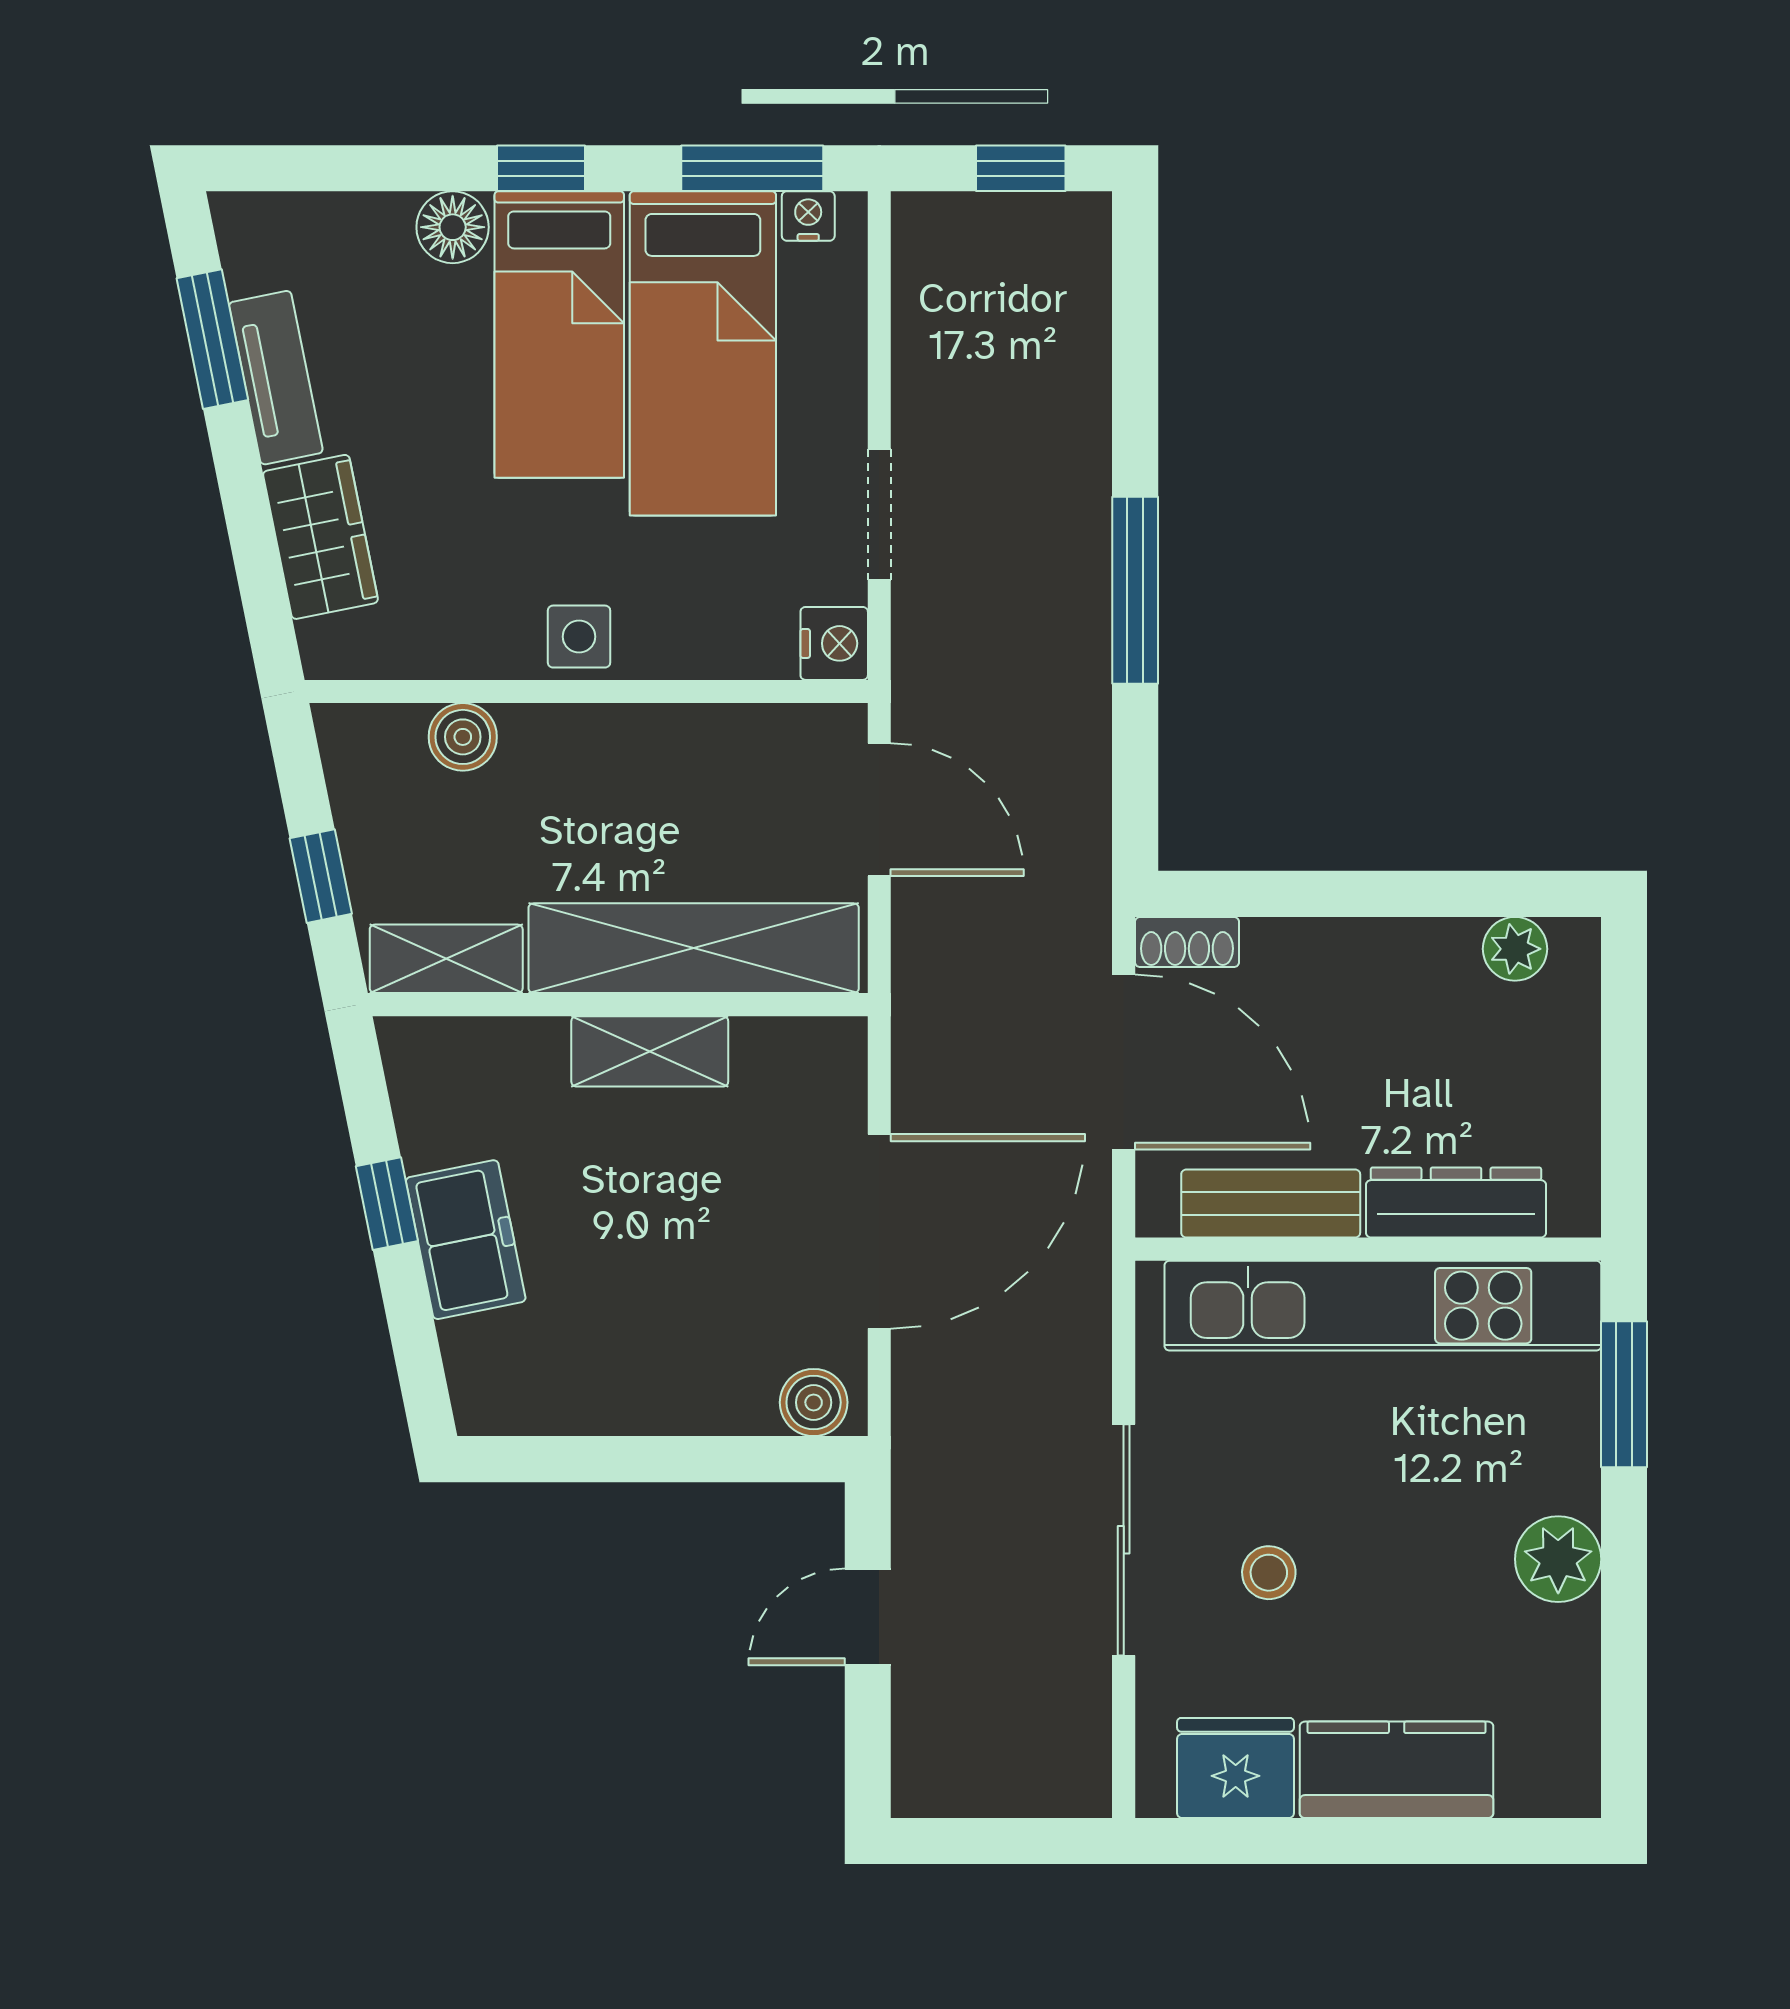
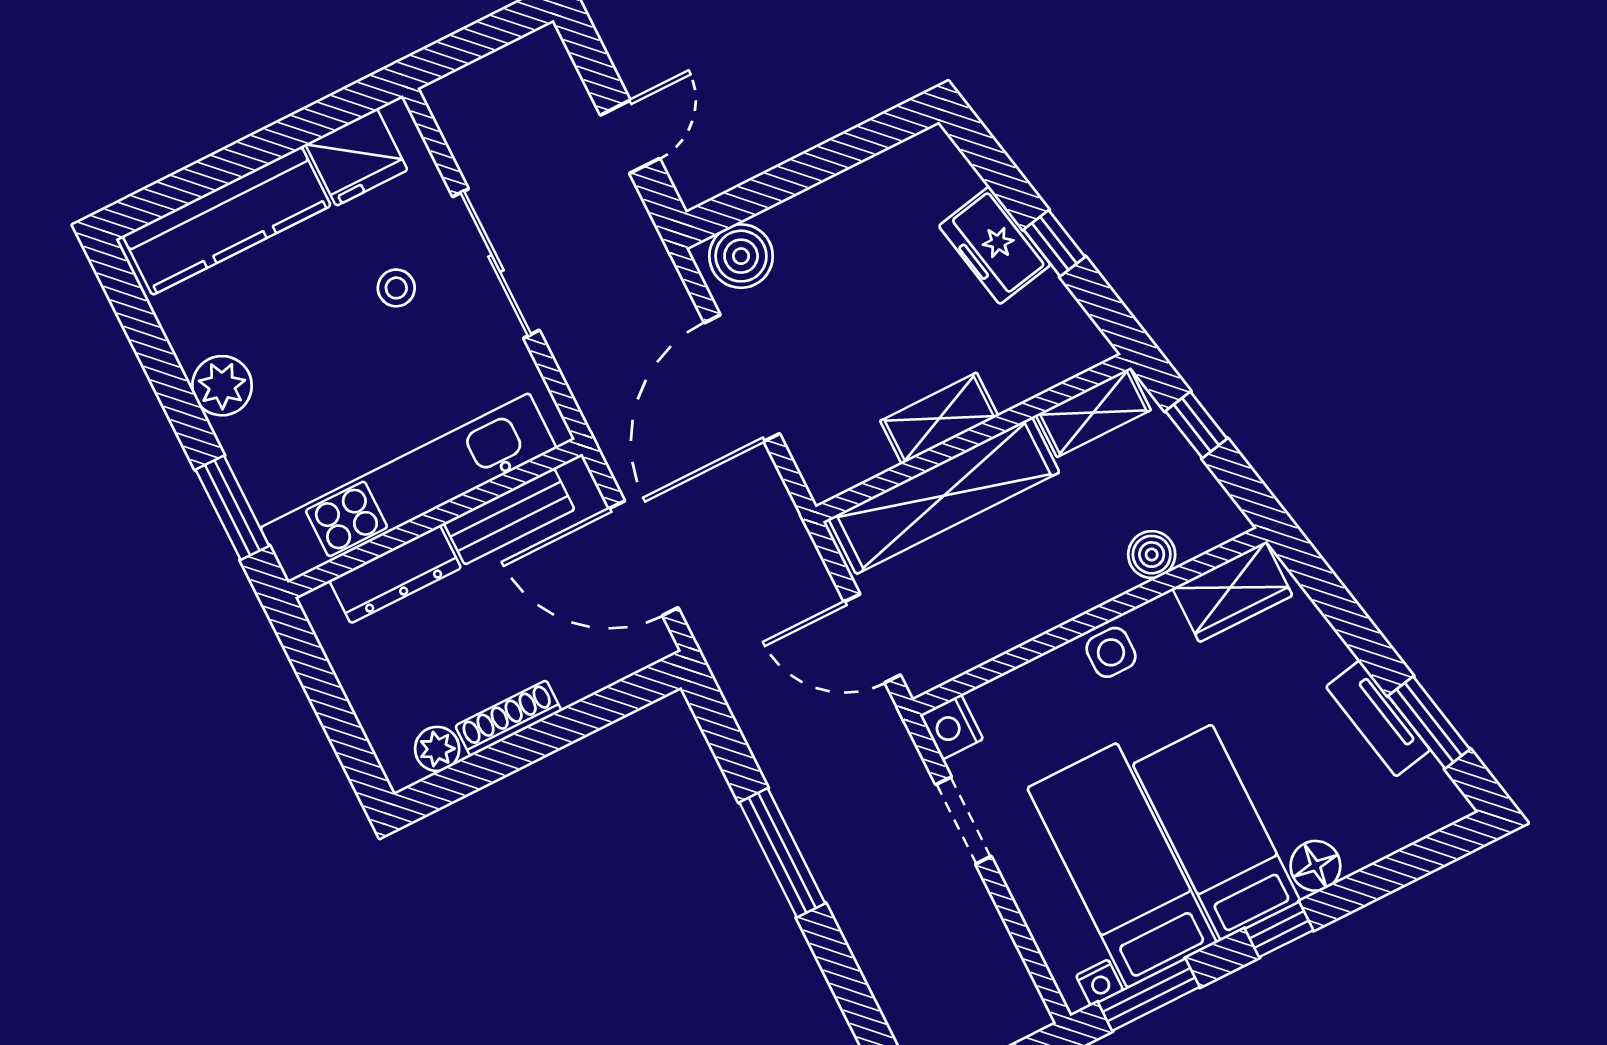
wardrobe: (320, 537) -> (1232, 592), moved, turned -79
shoe rack: (1187, 942) -> (508, 718), moved, width x1.43
boiler: (814, 1402) -> (741, 256), width x1.36, depth x1.36
kitchen counter: (1397, 1770) -> (227, 221), width x1.50

